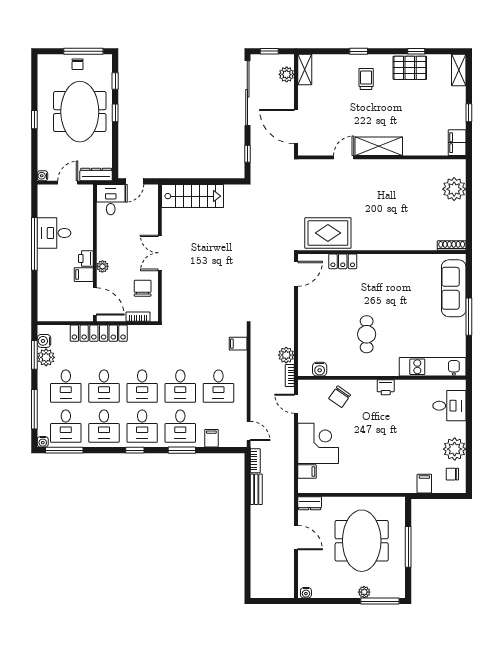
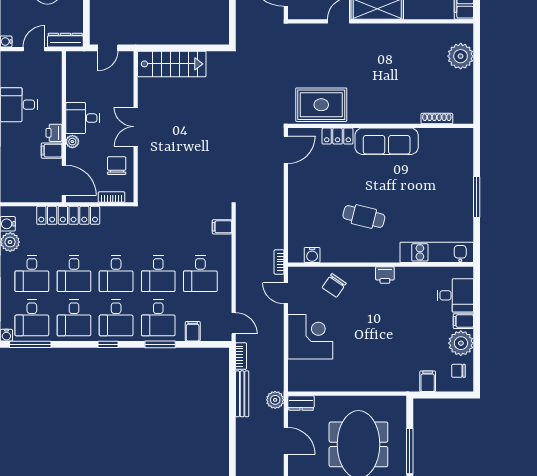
window: (247, 154) -> (232, 17), removed
desk: (111, 200) -> (83, 118), moved, turned -90
shoe rack: (452, 246) -> (437, 119), moved
sofa: (454, 288) -> (387, 141), moved, turned -90
cafe table: (367, 334) -> (364, 216), turned -76
plant: (286, 355) -> (275, 400), moved
filing cabinet: (307, 472) -> (463, 321), moved, turned 180
bench: (256, 489) -> (242, 394), width x1.36

